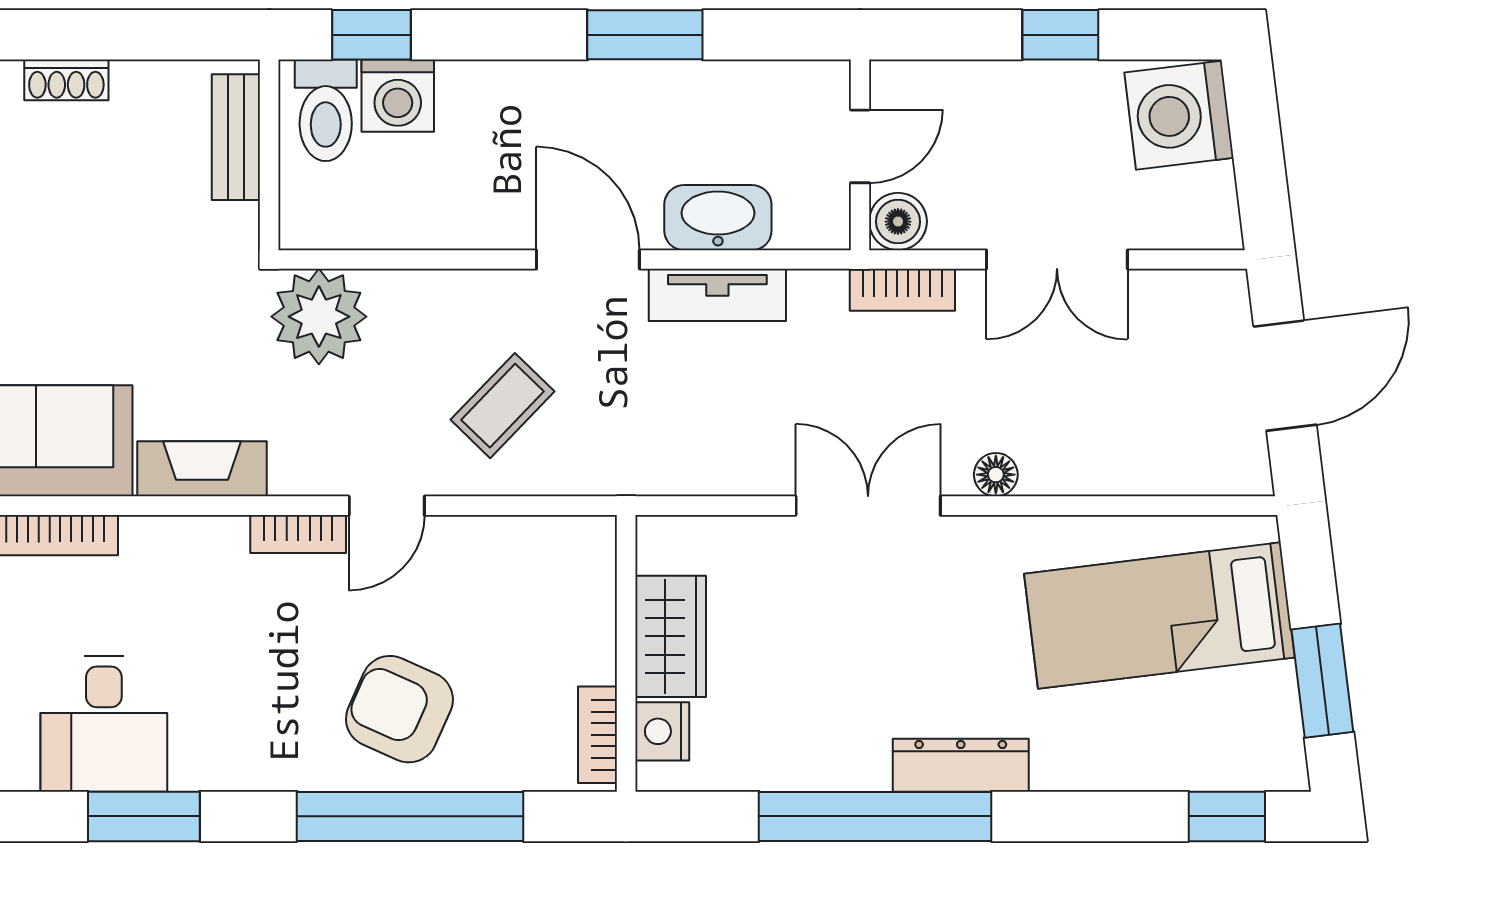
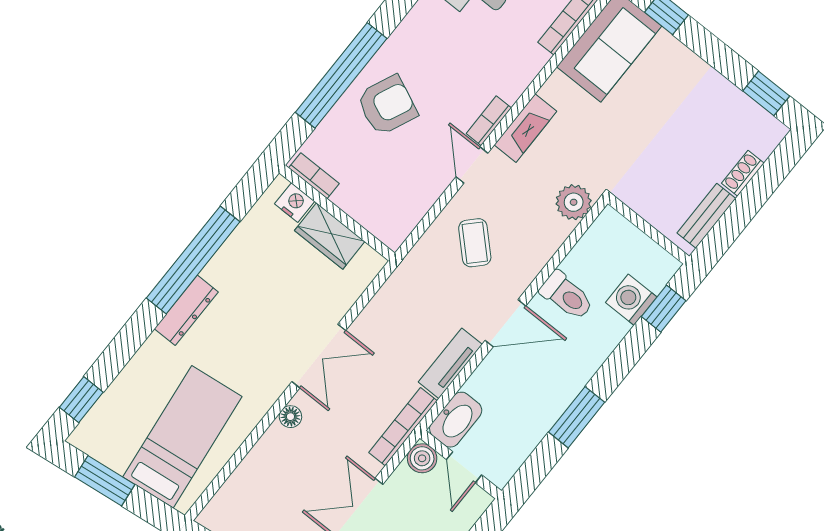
toilet: (326, 110) -> (567, 296), moved, turned 180
bench: (236, 137) -> (706, 216), moved, turned 90
washbasin: (718, 218) -> (456, 420), moved
bookcase: (902, 290) -> (403, 427), width x1.56
plant: (319, 317) -> (574, 202), width x0.73, depth x0.73
fireplace: (202, 469) -> (525, 128), moved

